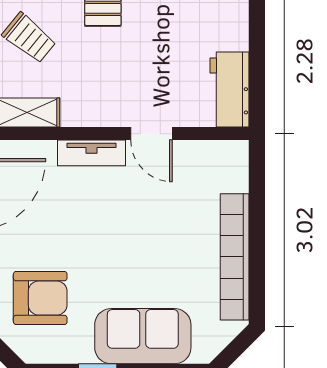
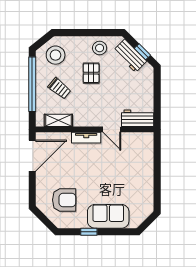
workbench: (230, 90) -> (138, 118), moved, turned 90
bookcase: (235, 257) -> (148, 182), removed

